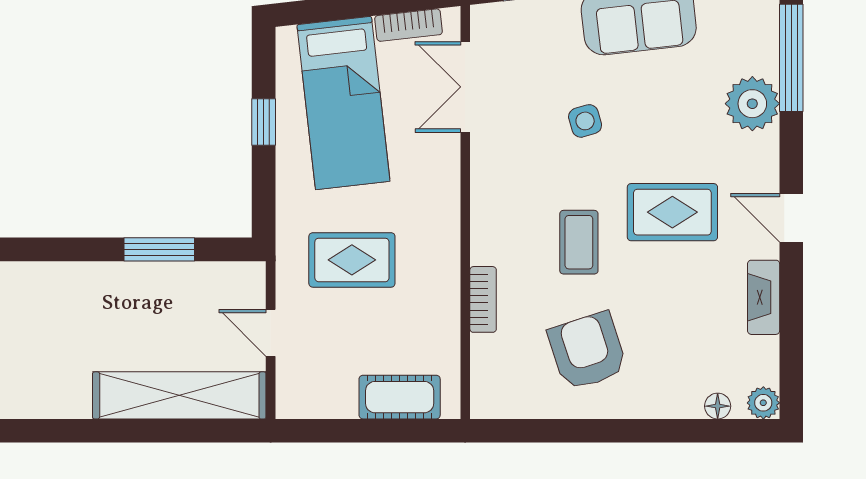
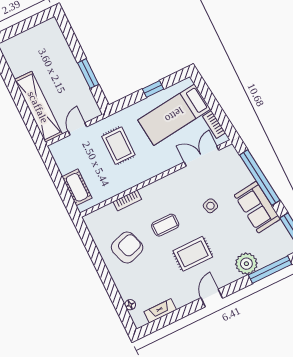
rug: (672, 212) -> (193, 254), turned 90
fireplace: (764, 297) -> (160, 311), moved
plant: (763, 403) -> (139, 321), removed

